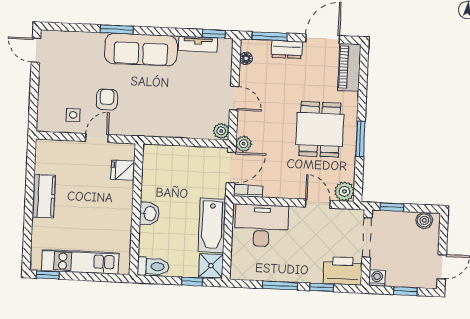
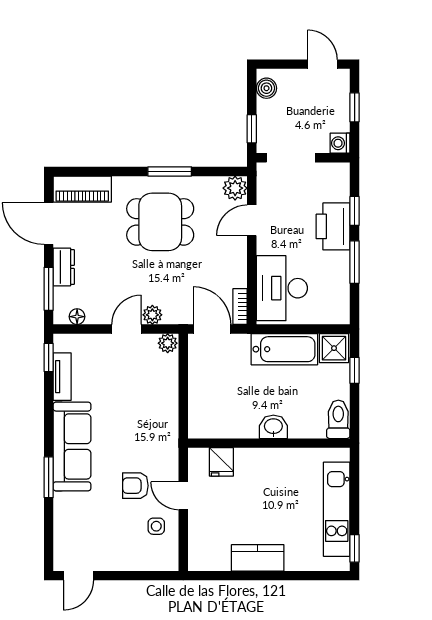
plant: (244, 144) -> (152, 315), moved
printer: (343, 271) -> (333, 226), moved

